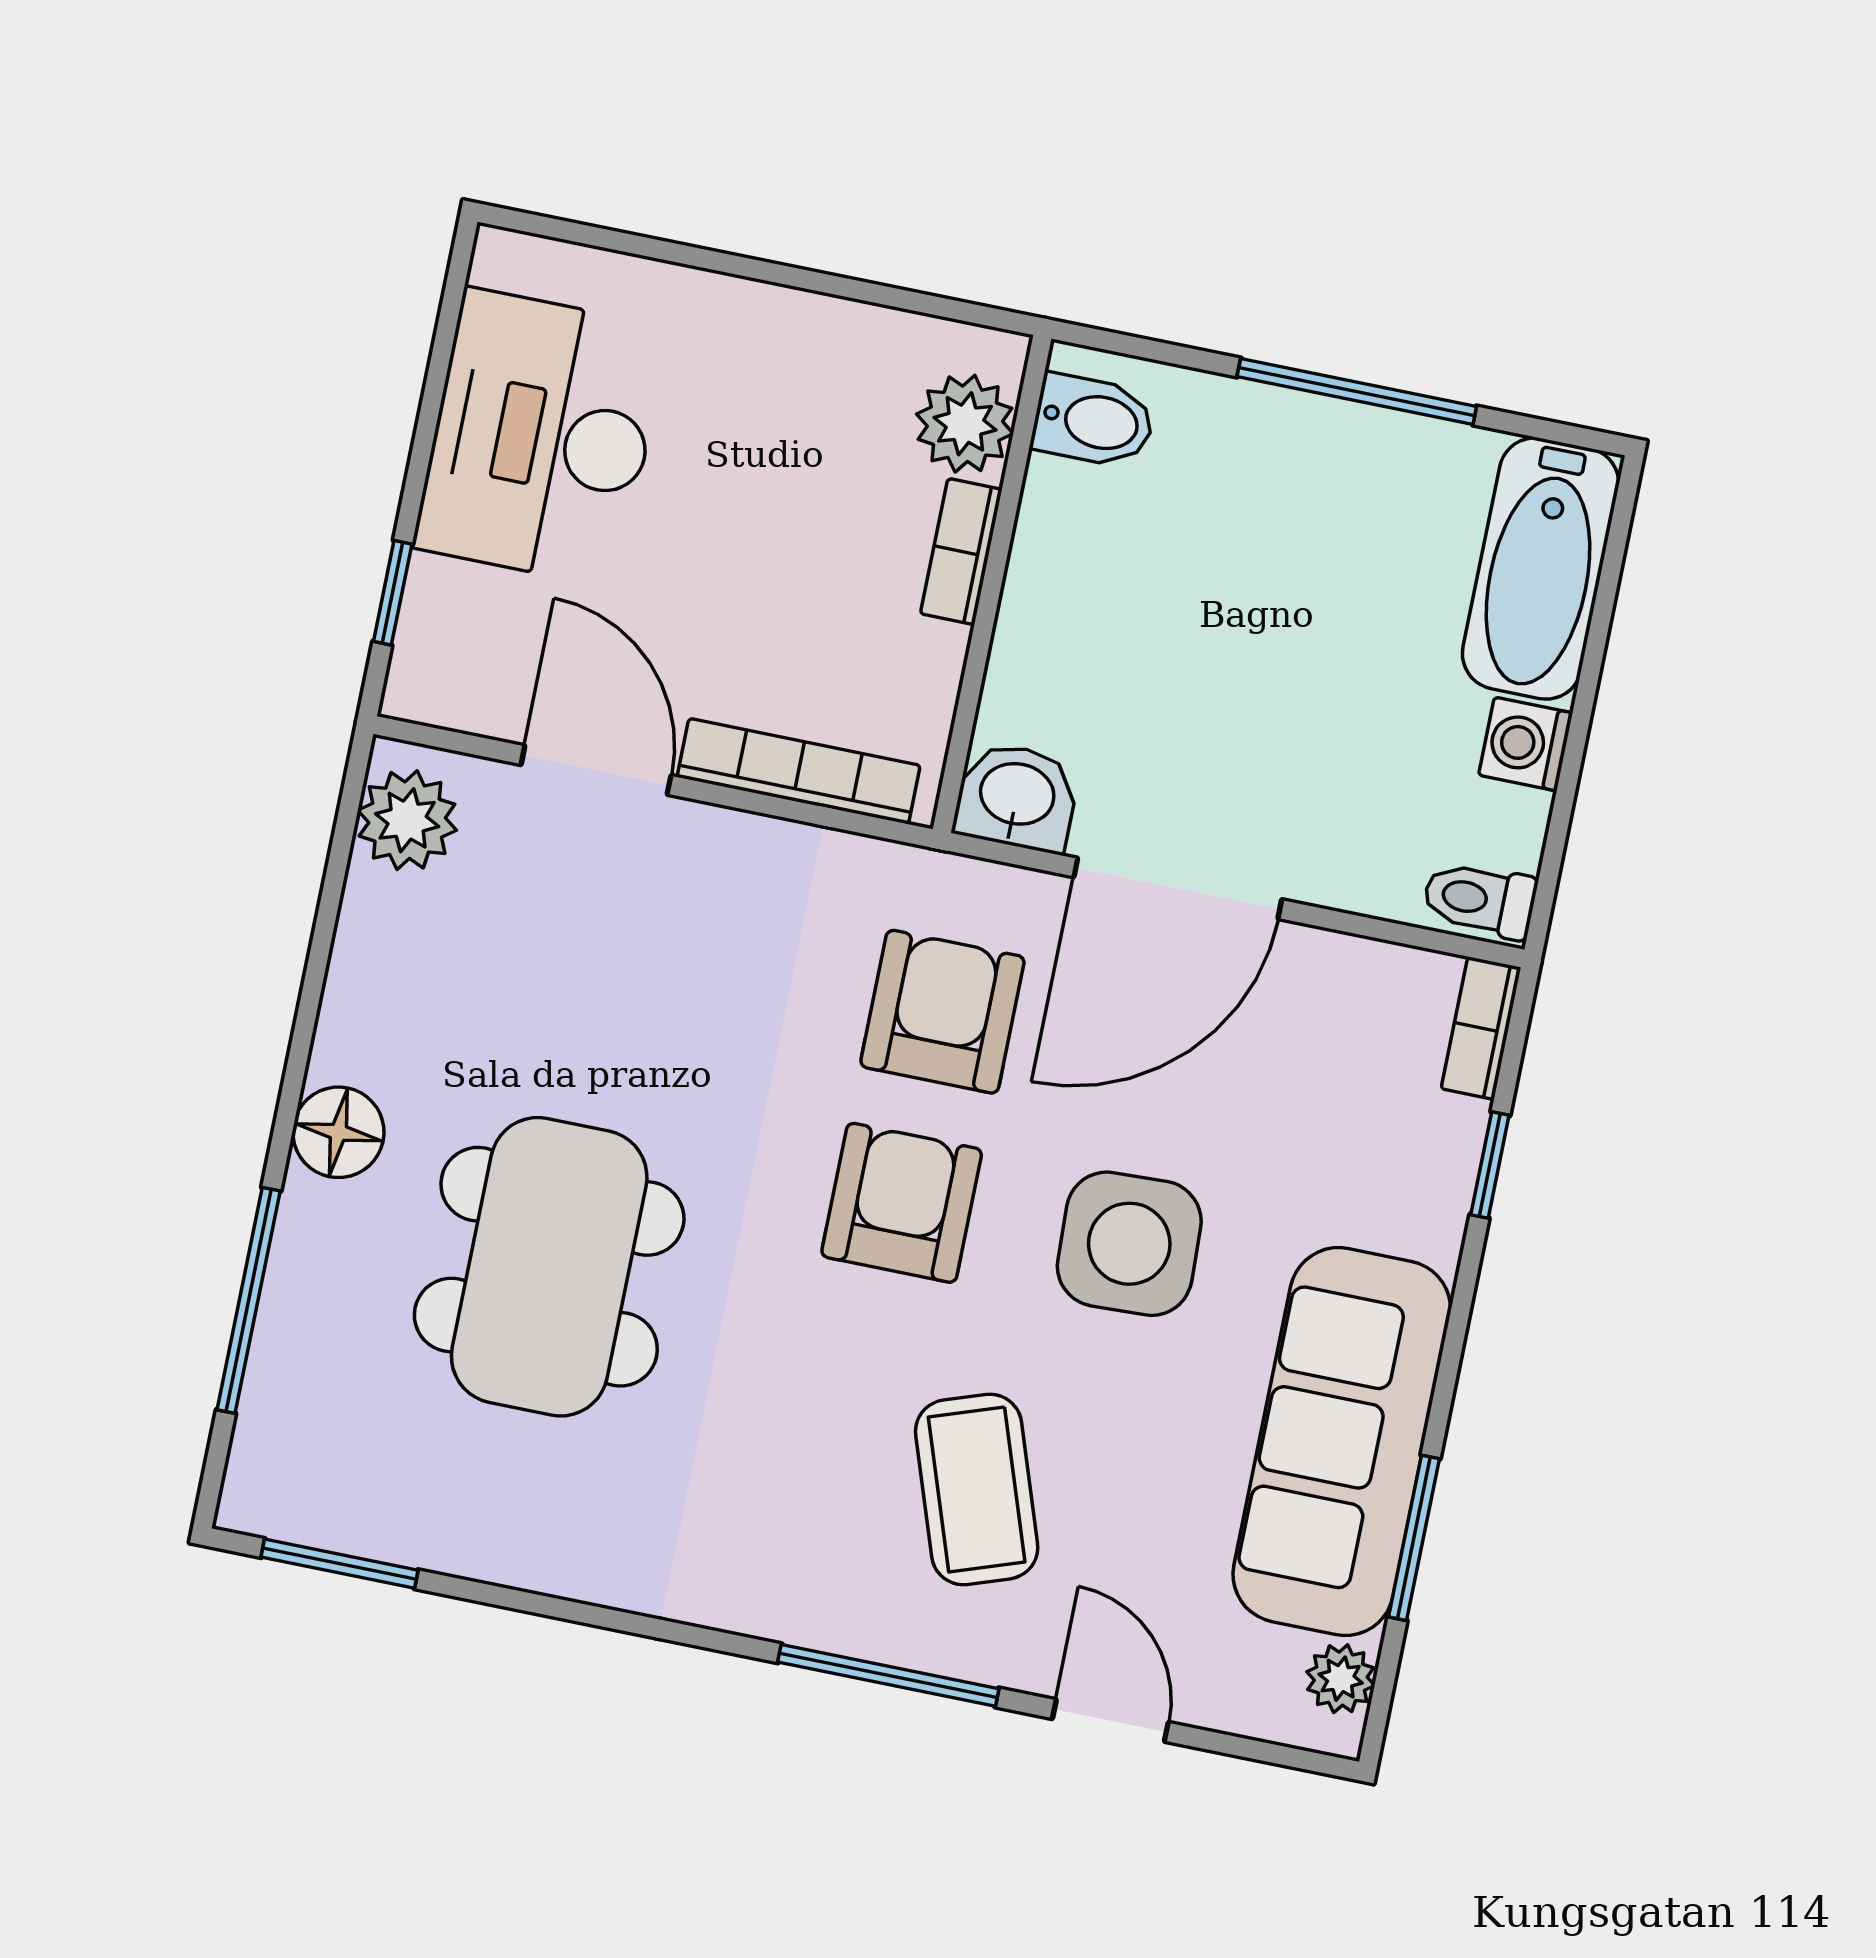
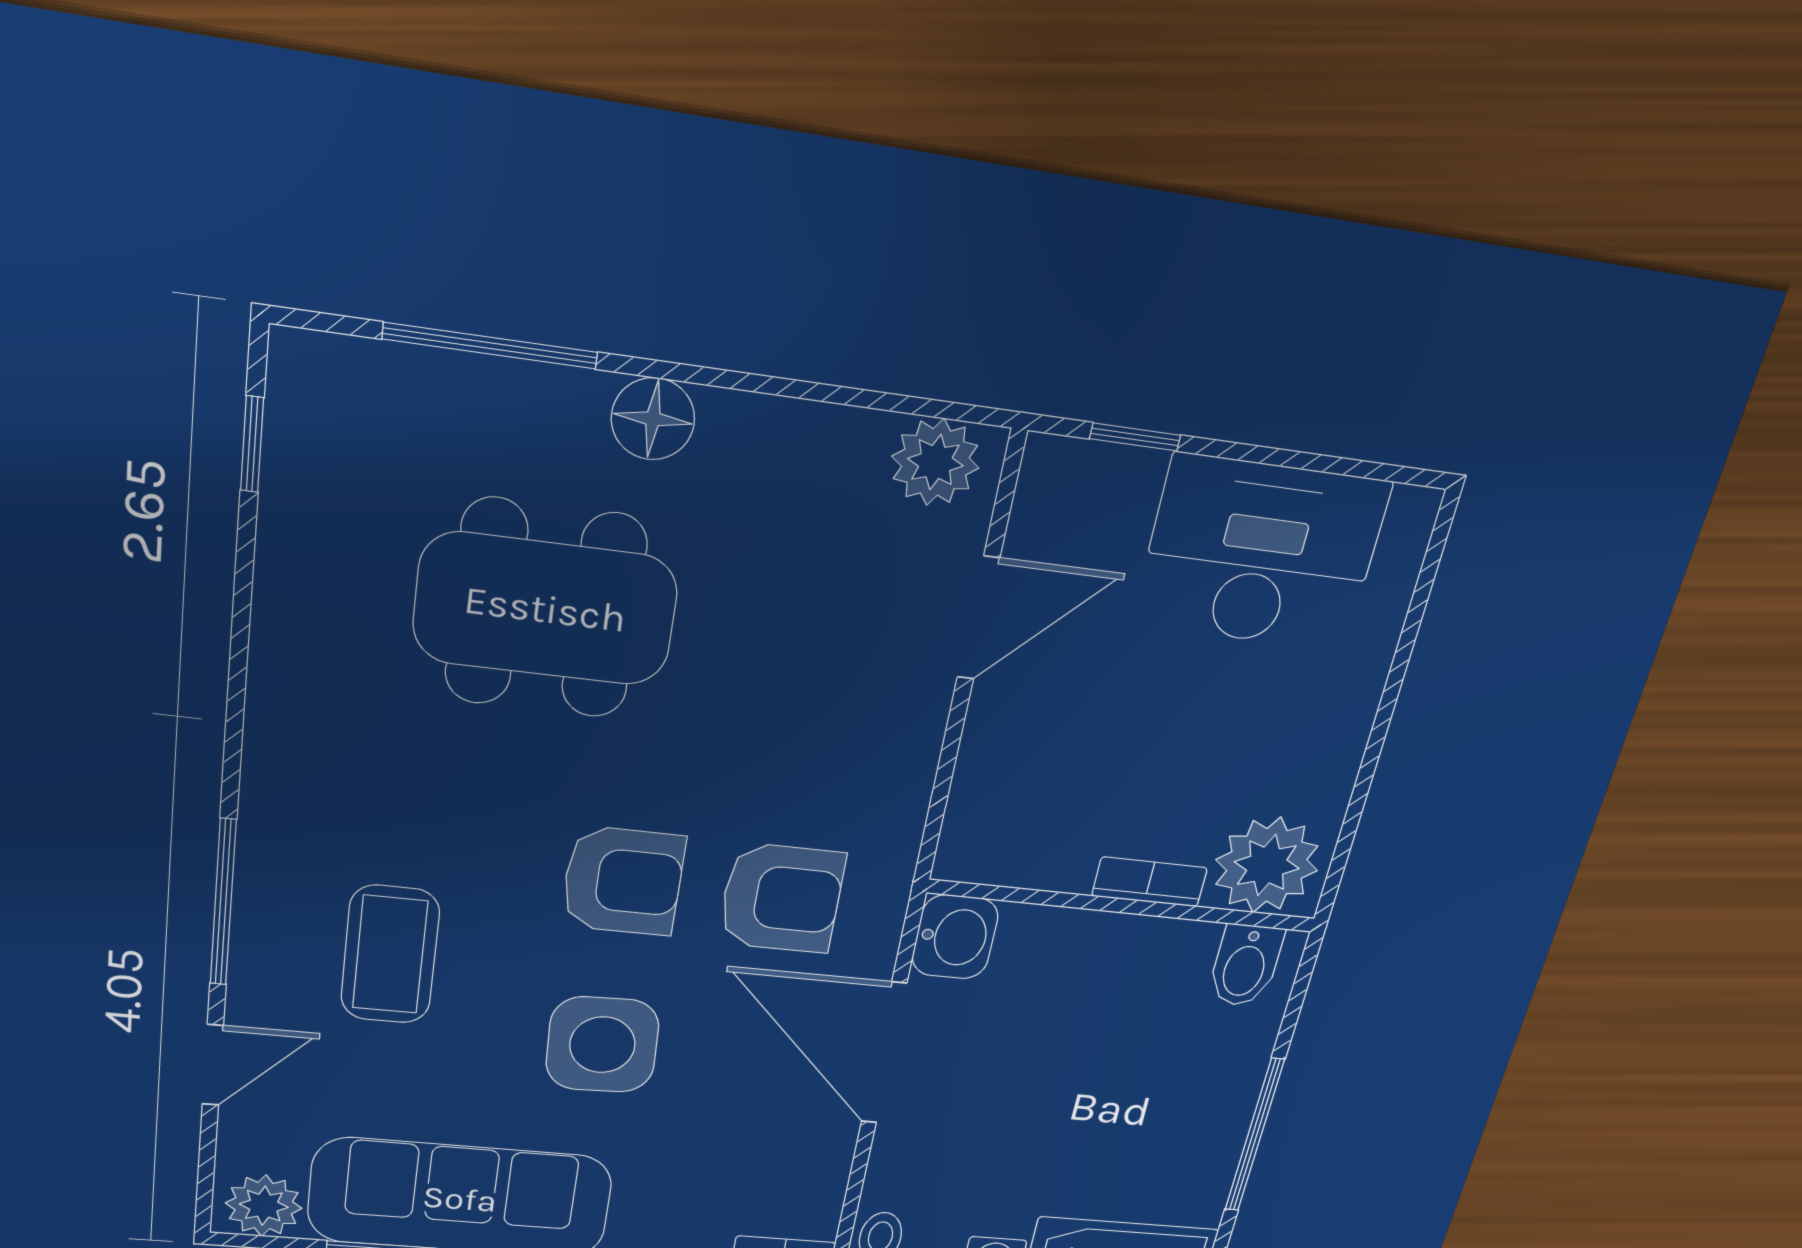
plant: (965, 424) -> (1267, 865), width x1.36, depth x1.36
bookcase: (799, 771) -> (976, 777), removed
coffee table: (977, 1489) -> (390, 955), turned -71
window: (339, 1564) -> (252, 444), width x0.67
plant: (1341, 1679) -> (264, 1206), width x1.38, depth x1.38

